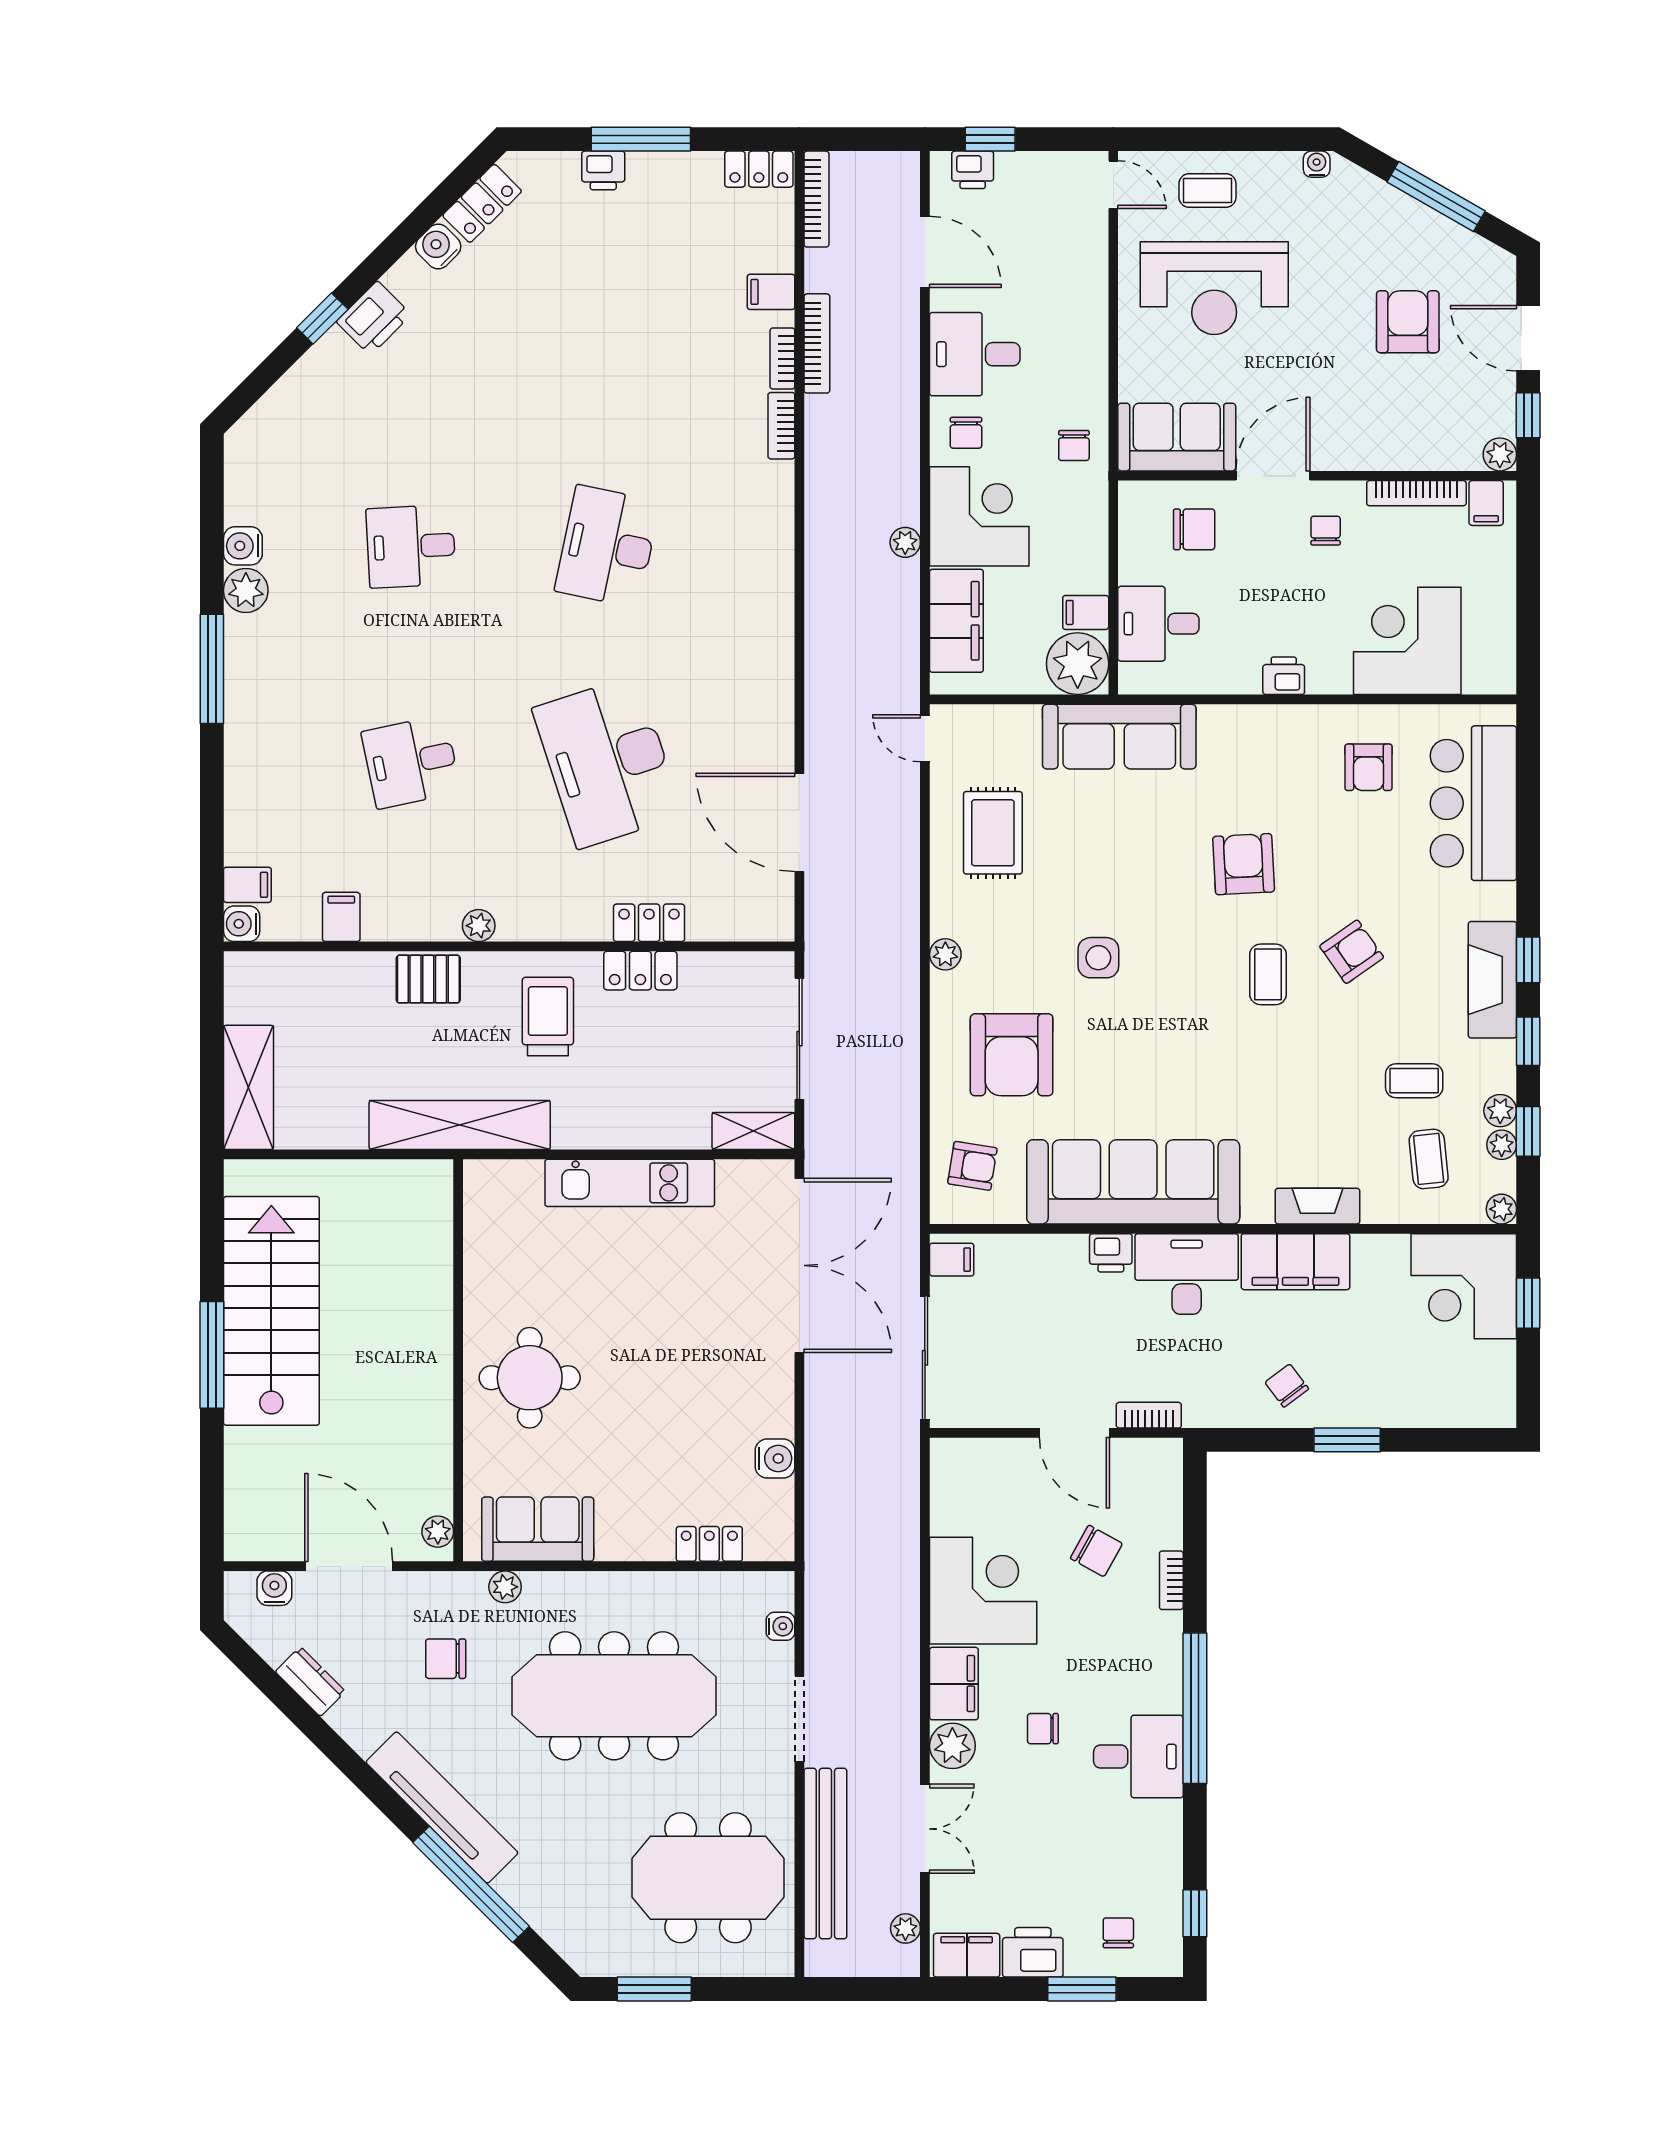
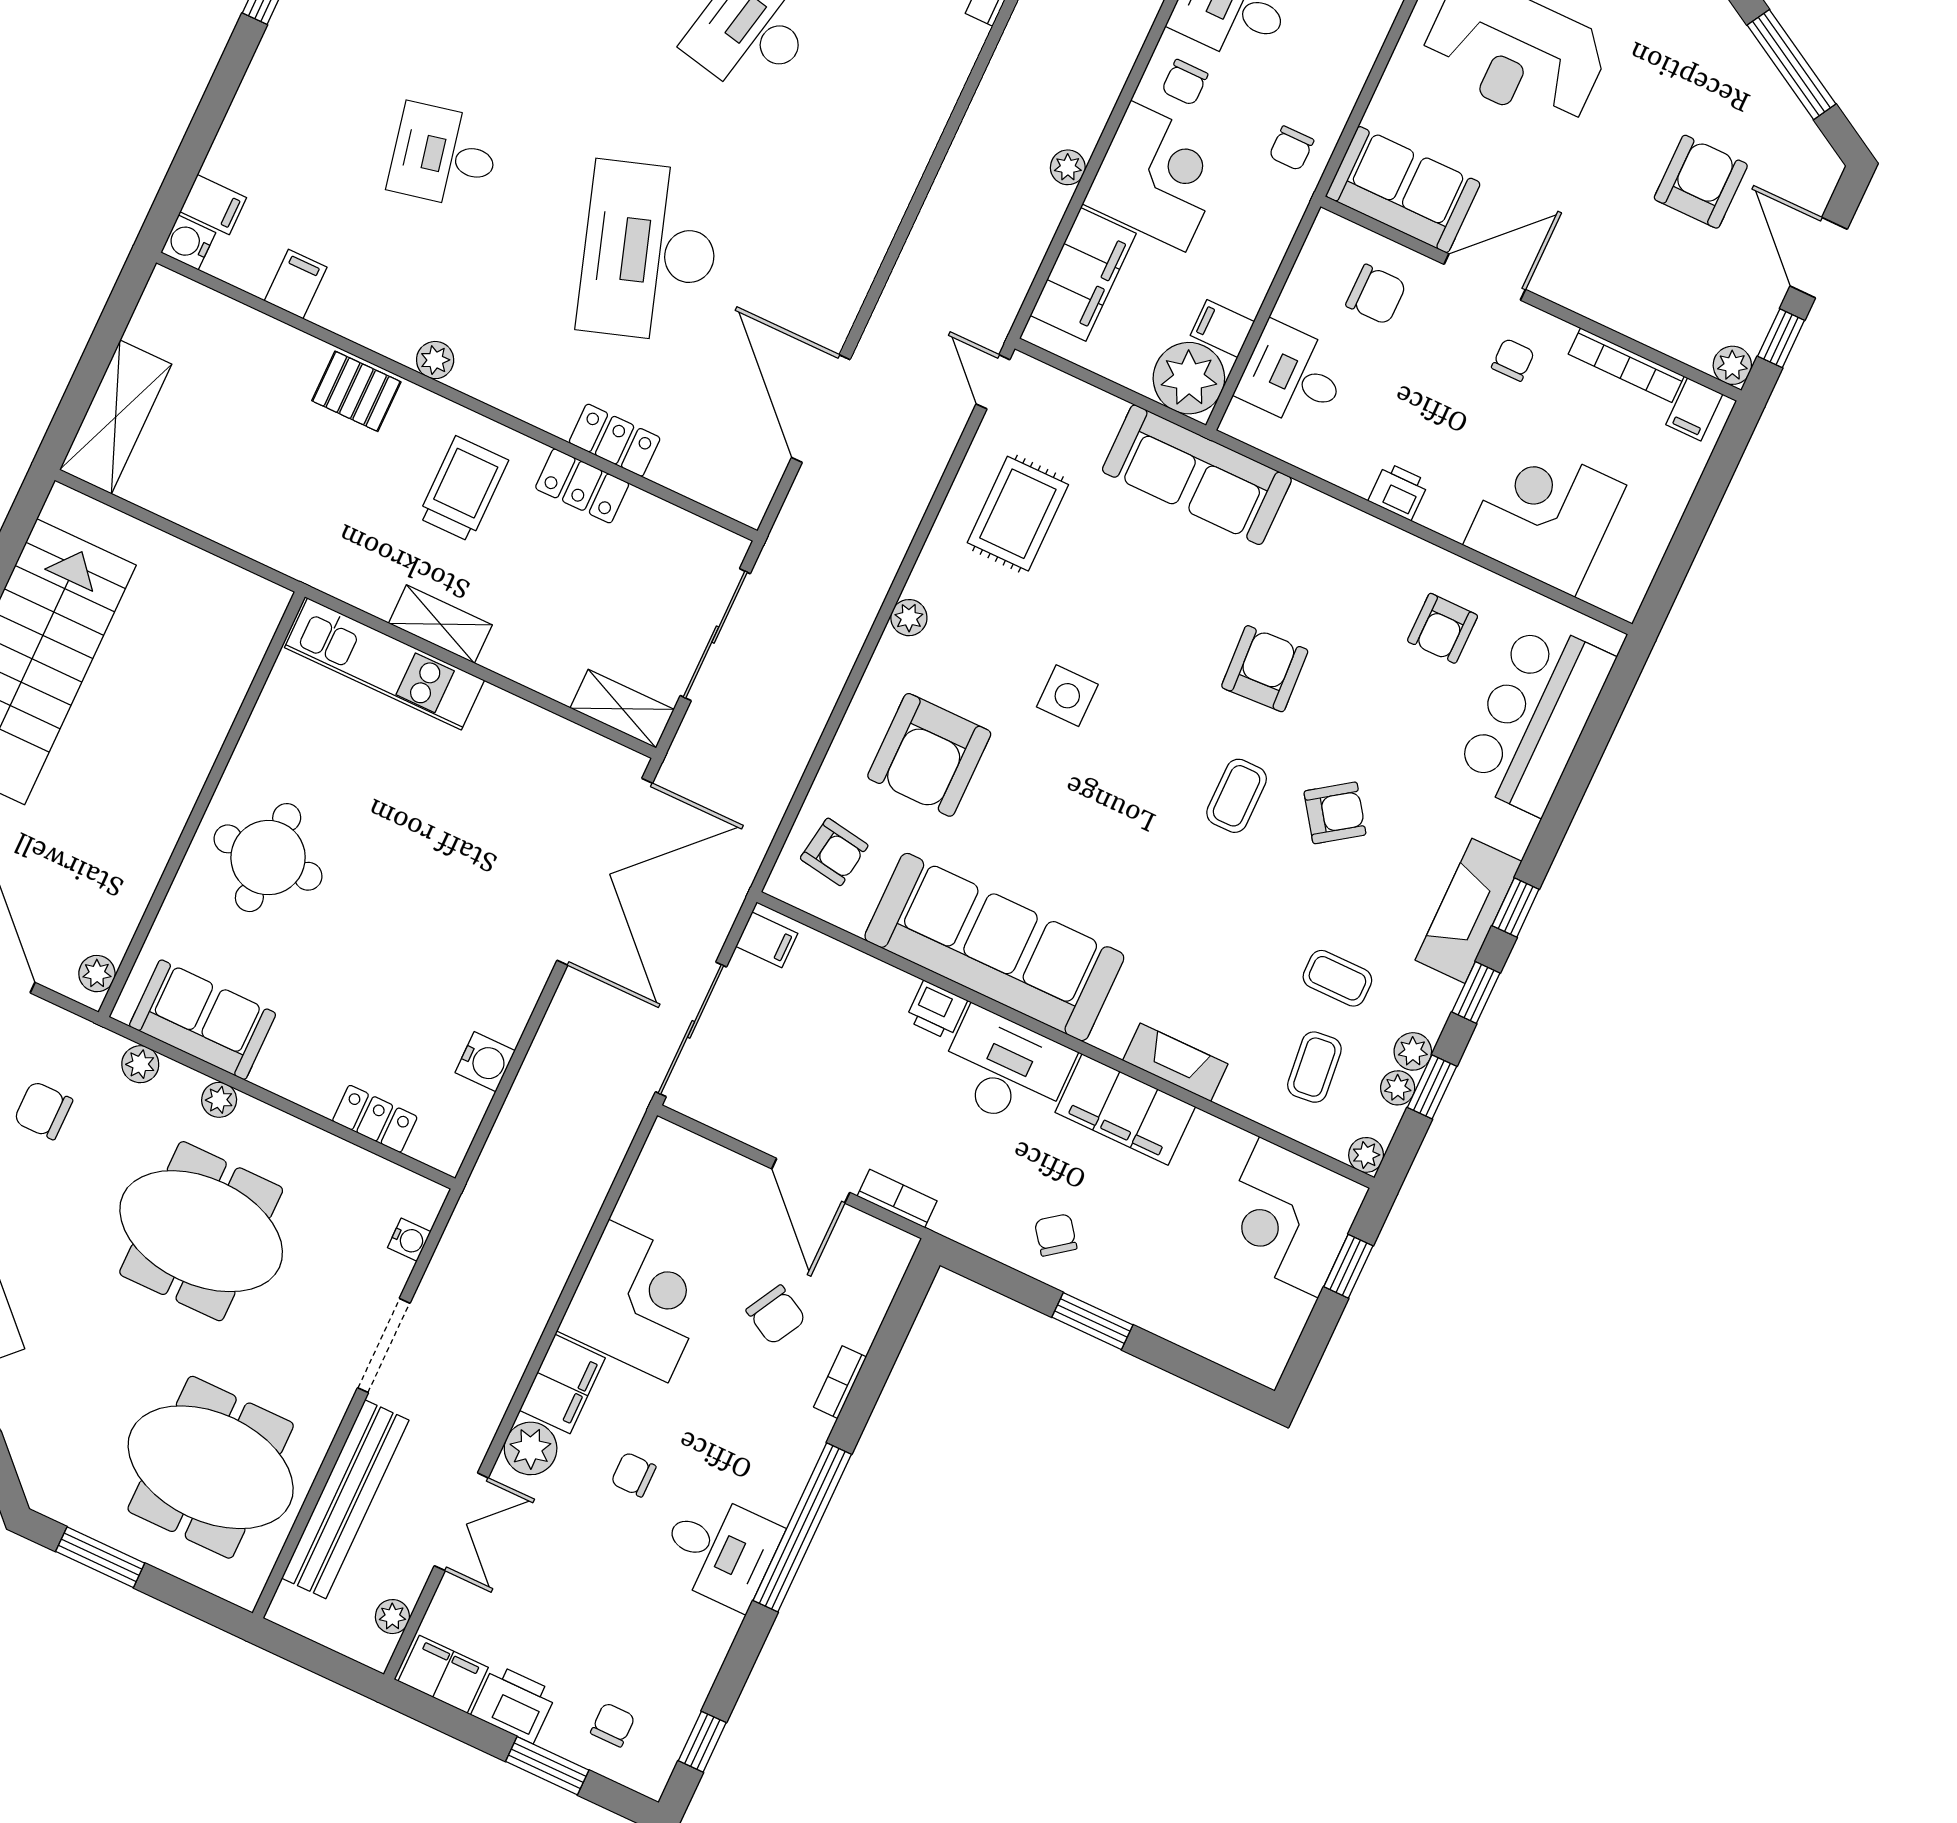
shelving: (460, 1125) -> (440, 624), moved, width x0.45, depth x0.75
kitchen unit: (630, 1183) -> (384, 664), moved
plant: (580, 1586) -> (219, 1100), added
meeting table: (614, 1696) -> (201, 1231), width x0.73

